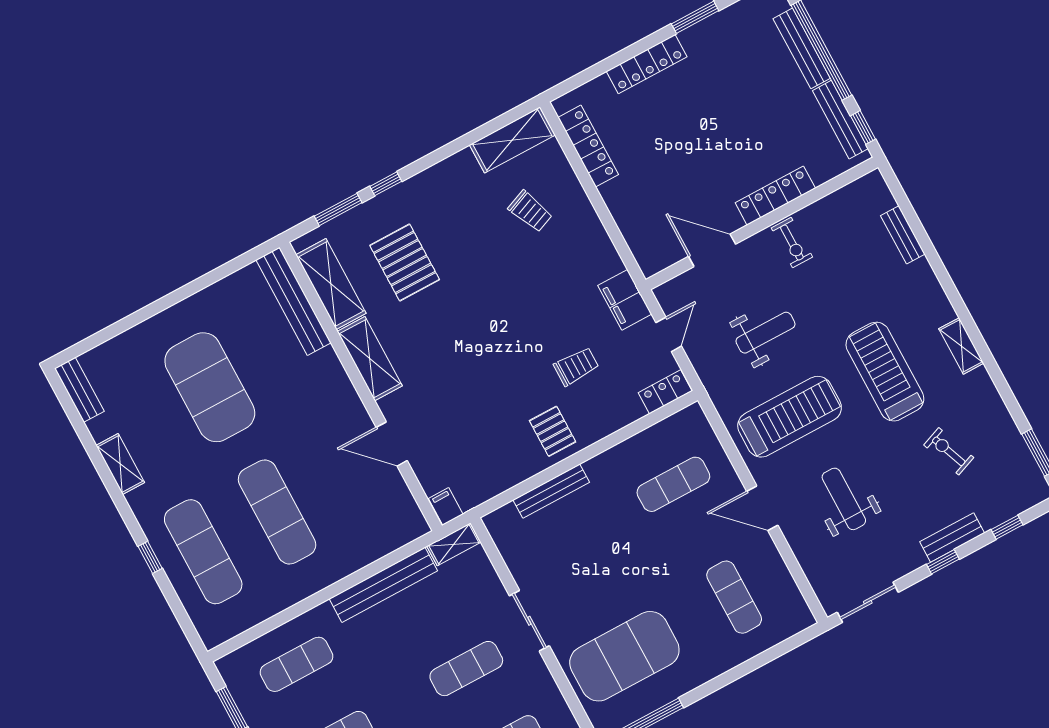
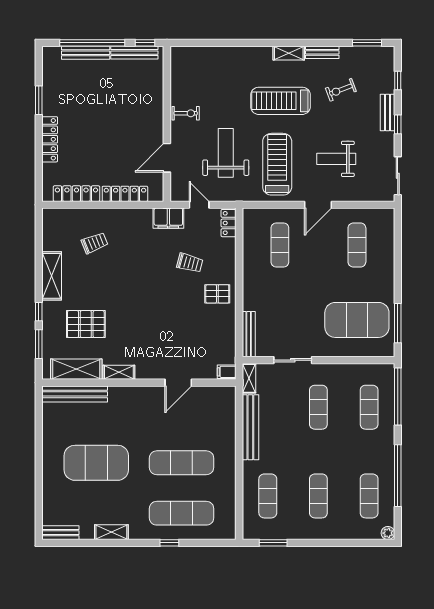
shelving: (512, 140) -> (52, 276), moved
locker: (775, 196) -> (125, 194), moved, turned 90
bench: (903, 235) -> (322, 52), moved
weight bench: (765, 333) -> (226, 153), width x1.36, depth x1.33
shelving: (370, 359) -> (119, 372), width x0.67, depth x0.75
trolley: (576, 366) -> (190, 263), turned 105
bench: (551, 491) -> (249, 334), moved
exercise mat: (734, 597) -> (357, 245), turned 90
sliding door: (529, 621) -> (293, 360), moved
exercise mat: (624, 656) -> (357, 320), turned 90

